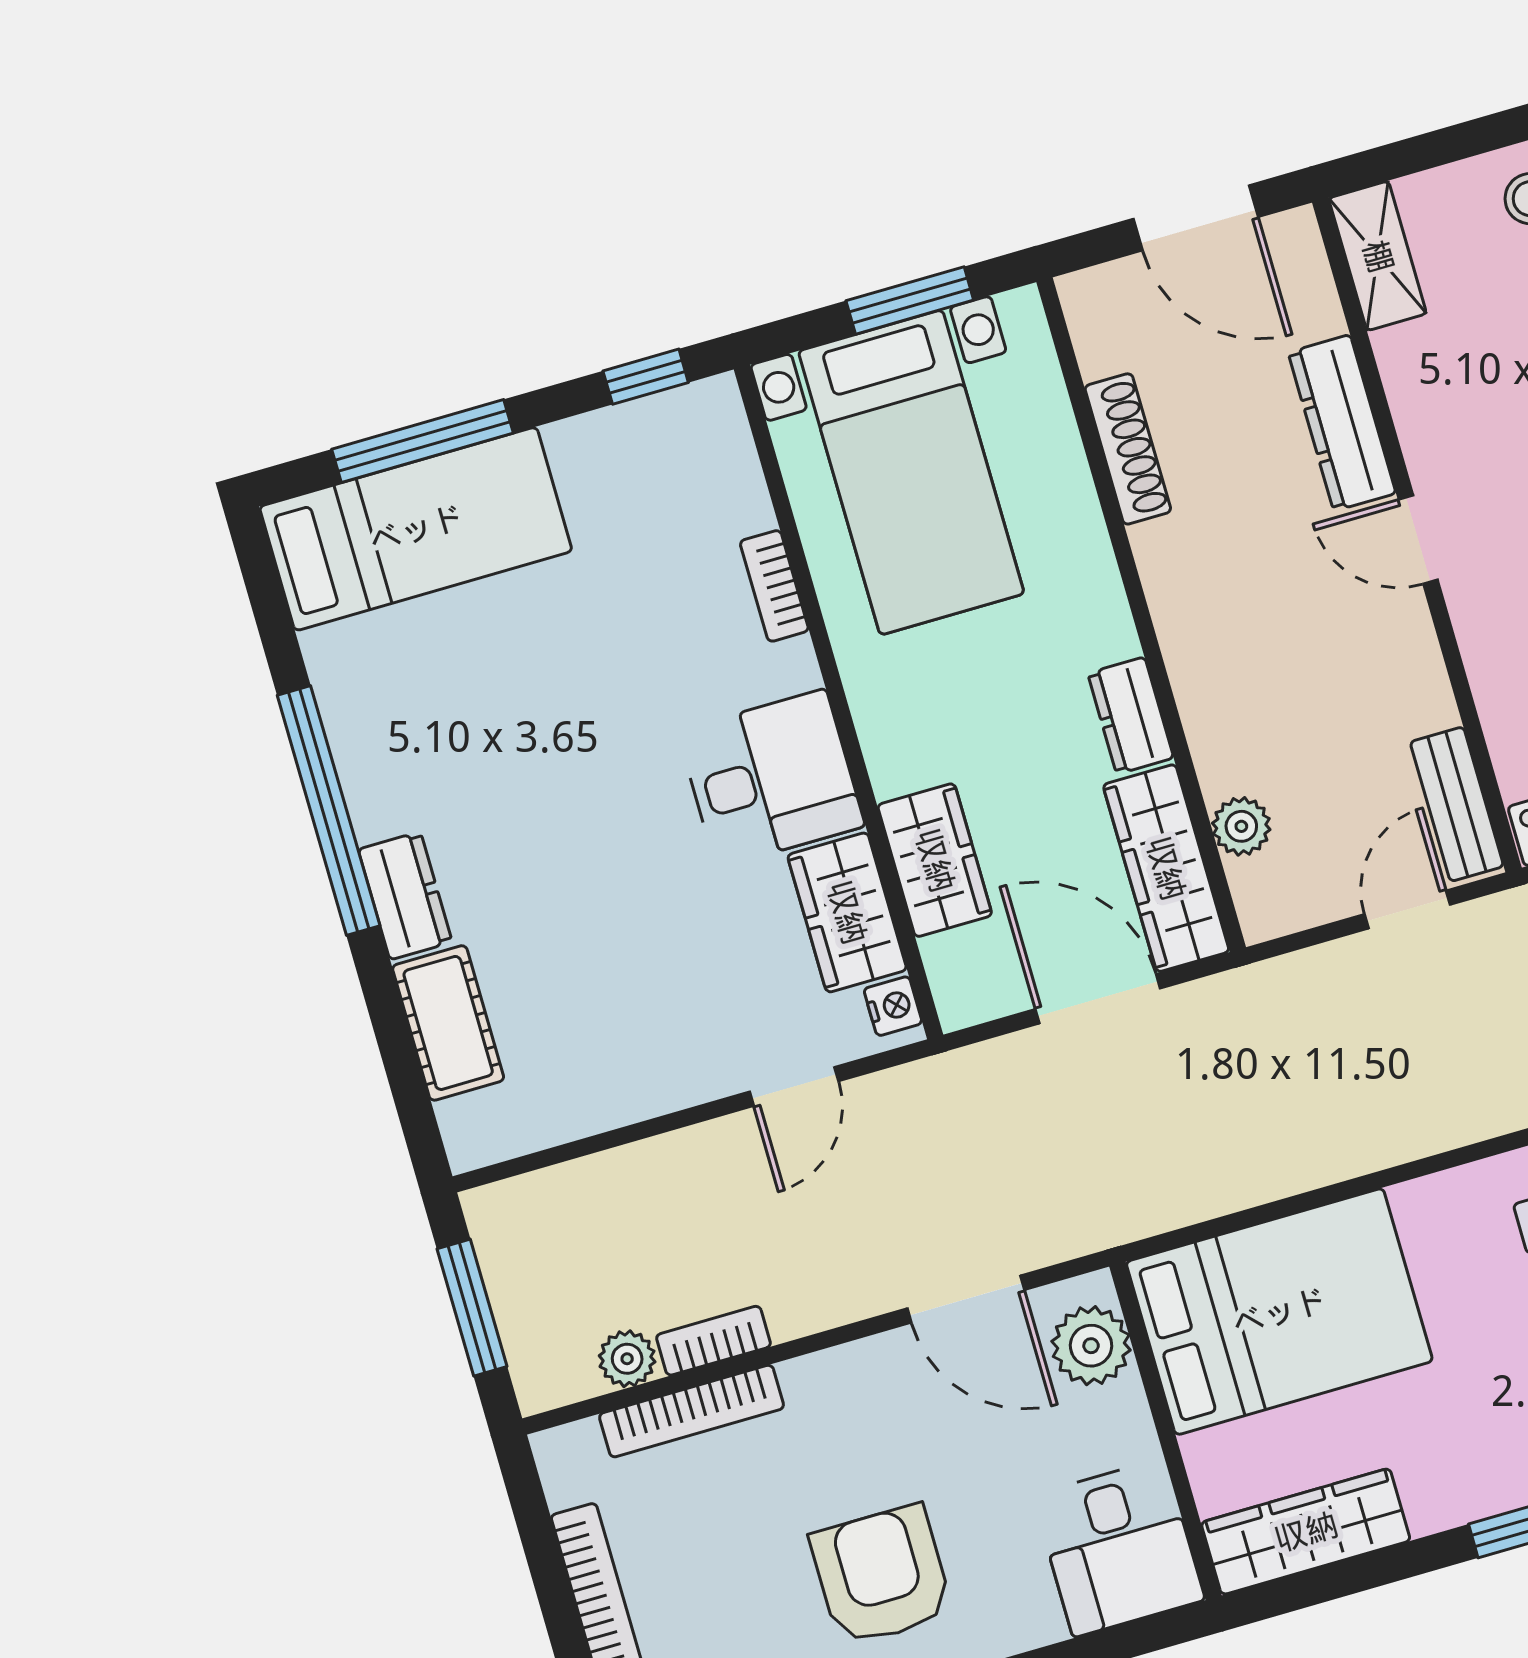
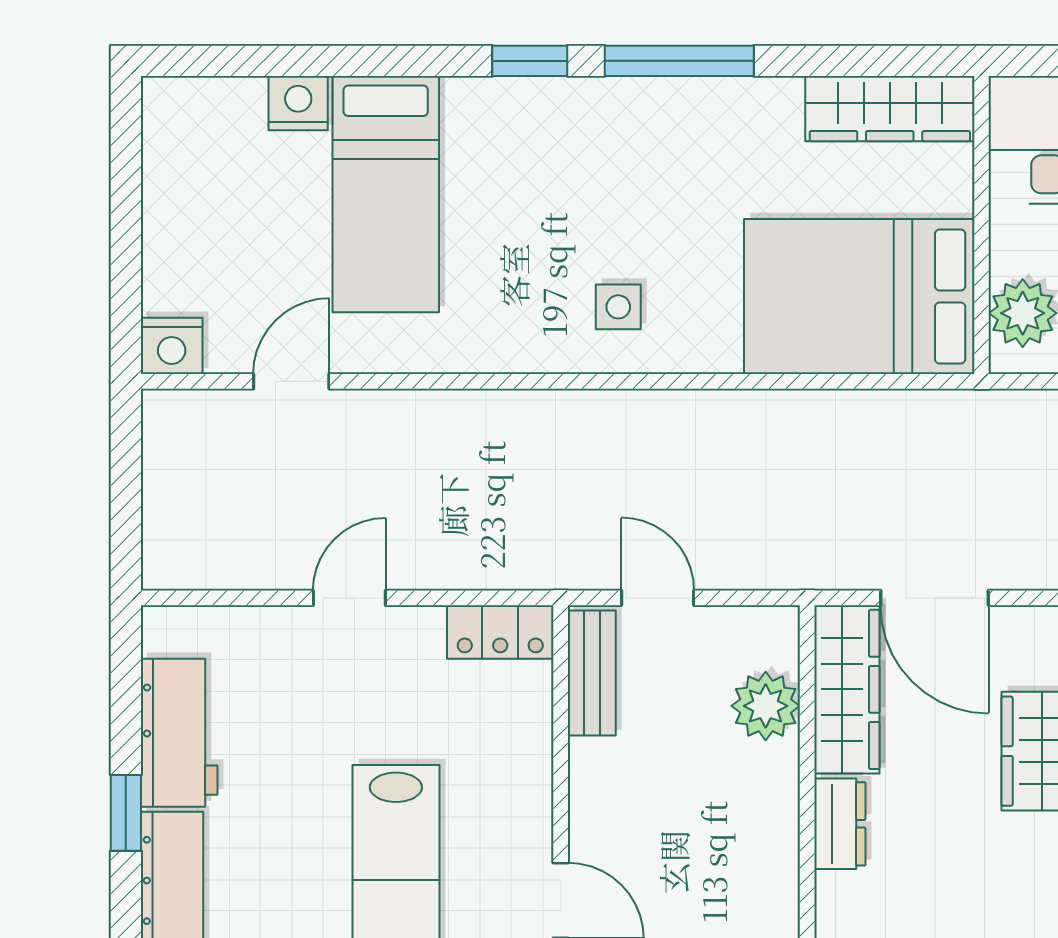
plant: (1241, 826) -> (766, 706), width x1.38, depth x1.38
door: (1407, 909) -> (658, 598), swing flipped

